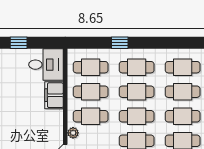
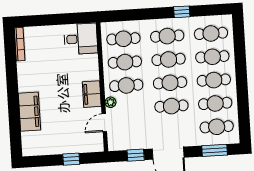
window: (19, 43) -> (53, 20), removed
window: (120, 43) -> (182, 12), moved
filing cabinet: (54, 95) -> (92, 94), moved

